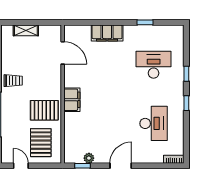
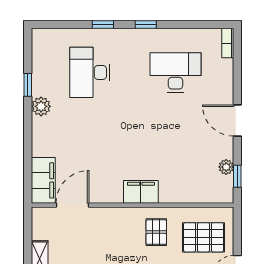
plant: (130, 31) -> (41, 106), added
filing cabinet: (107, 33) -> (43, 180), moved
pallet: (44, 110) -> (156, 232), width x0.67, depth x0.71

